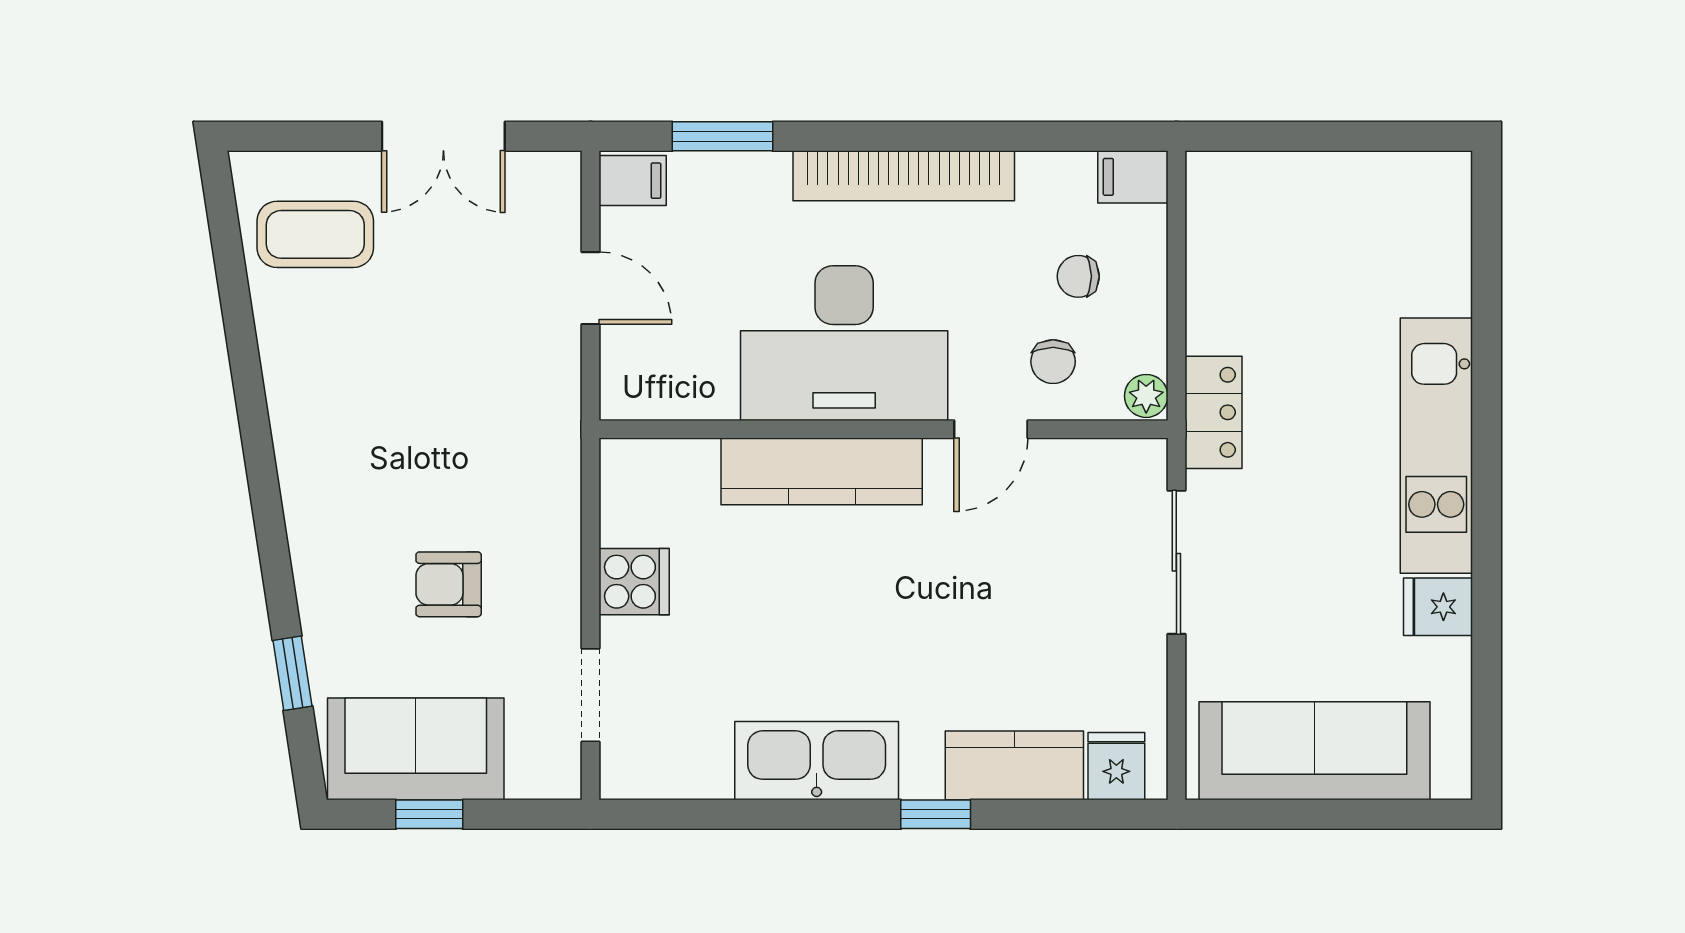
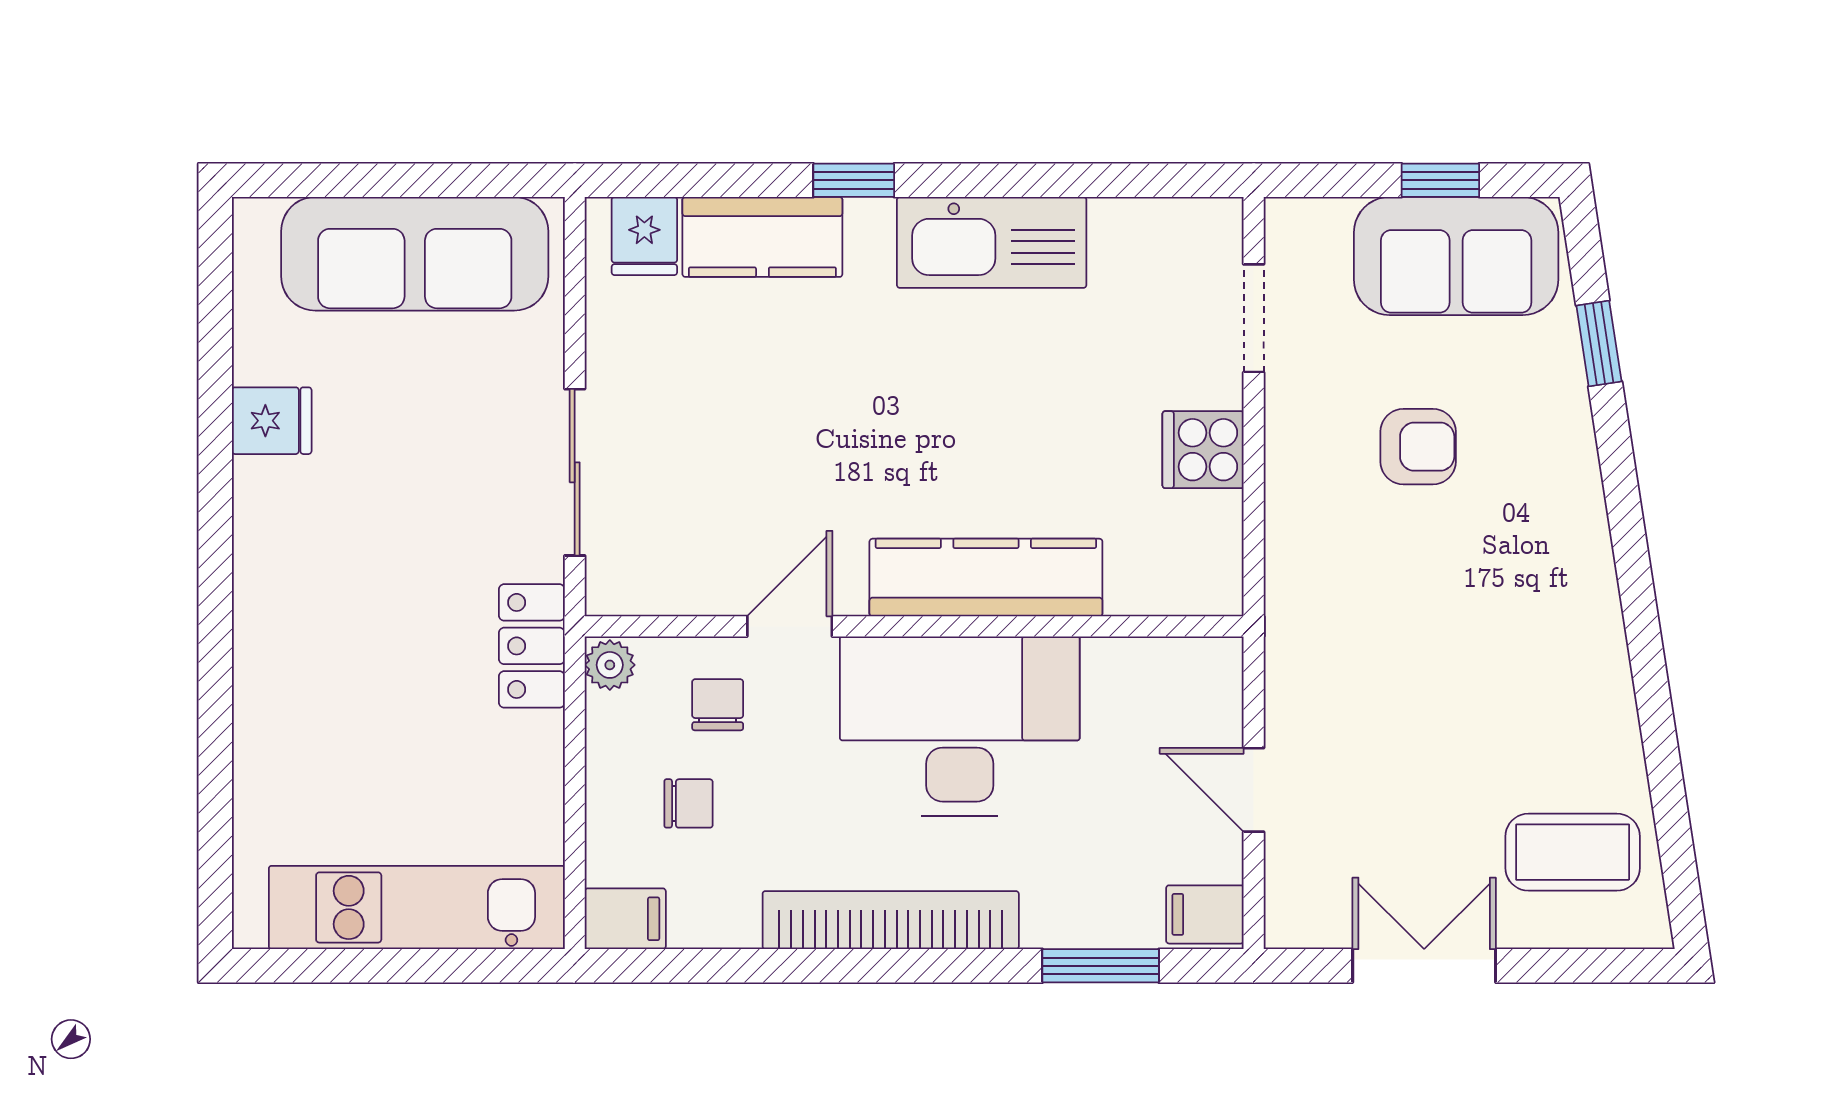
kitchen unit: (1436, 446) -> (417, 907), moved, turned -90

